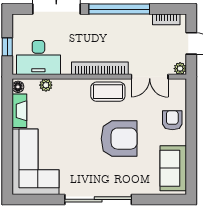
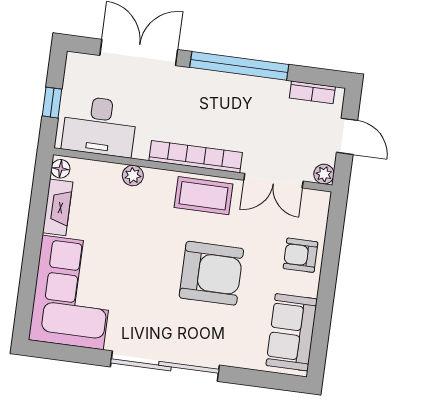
plant: (46, 85) -> (133, 176), moved
armchair: (172, 120) -> (301, 255), turned -90

